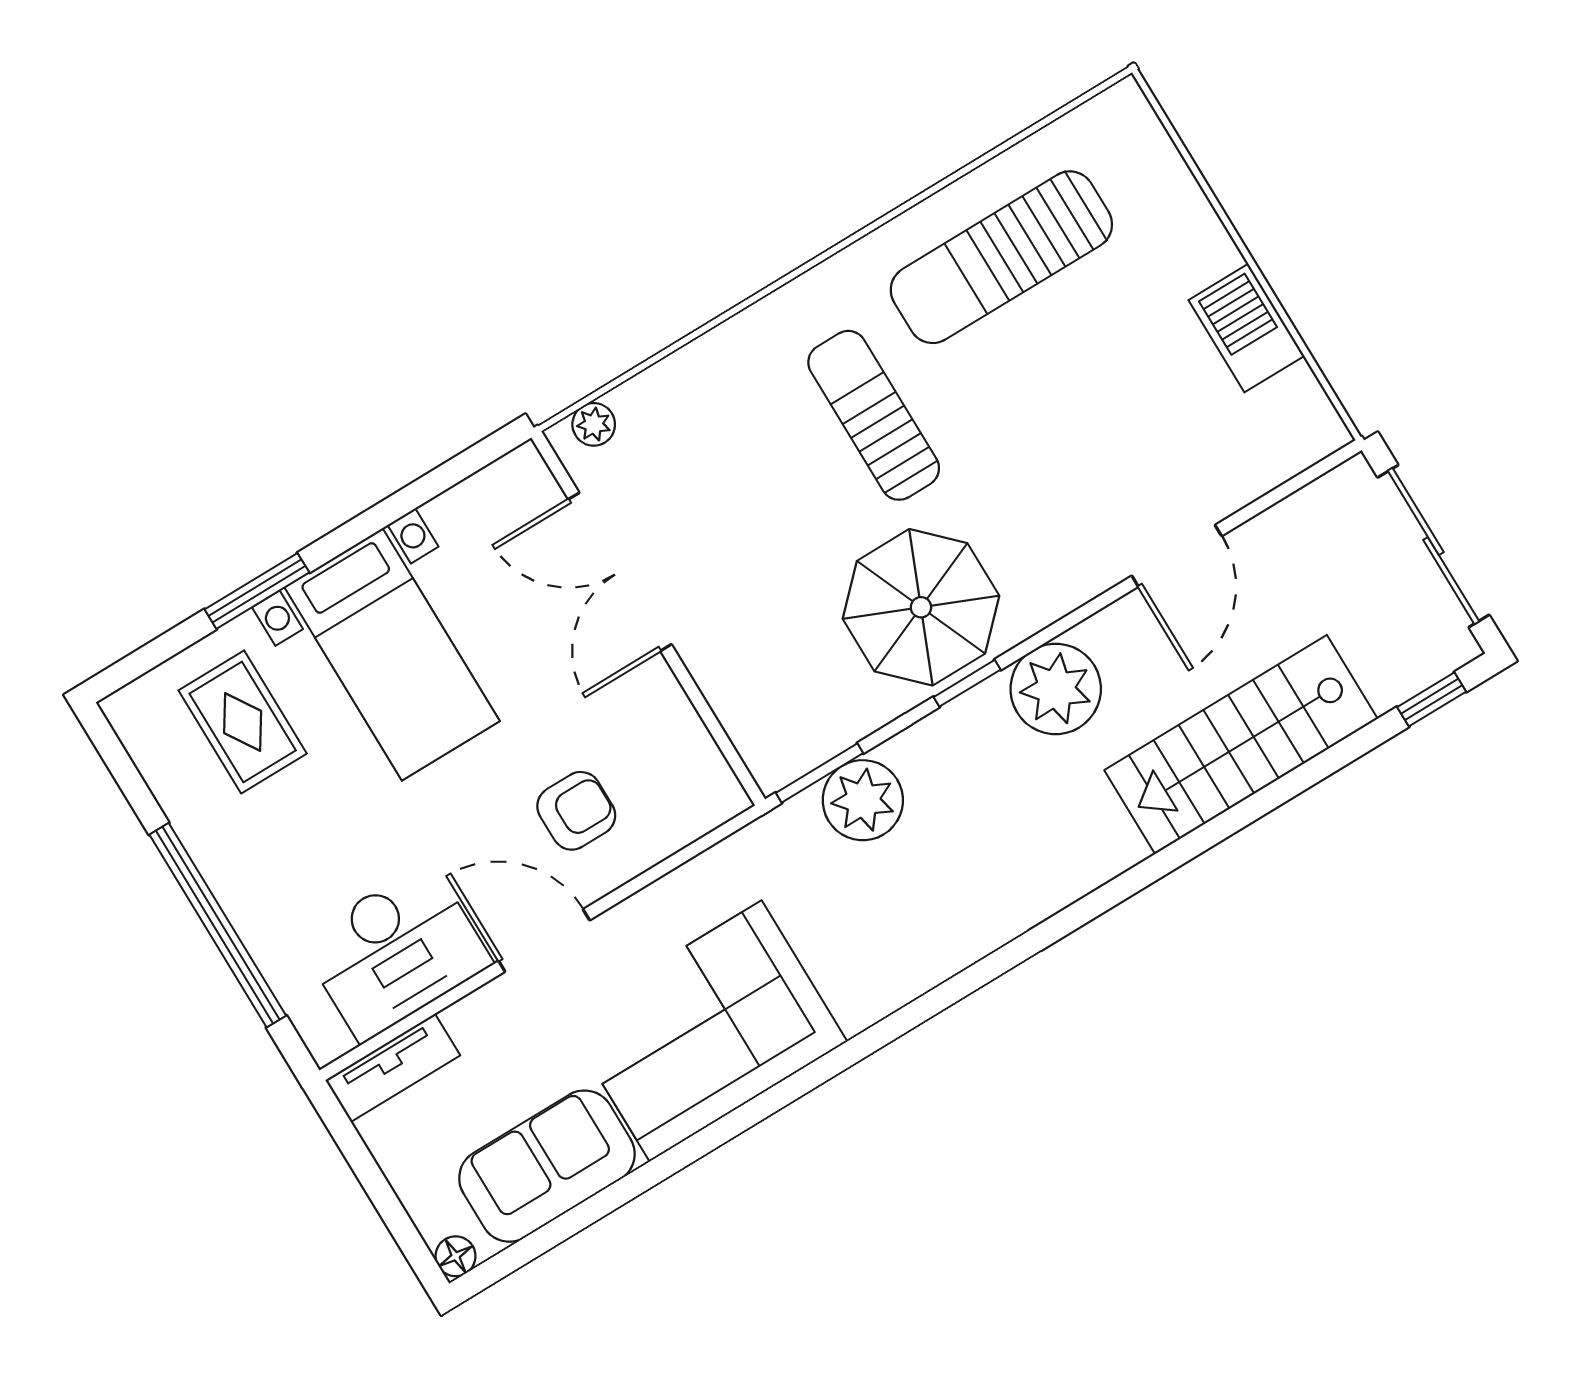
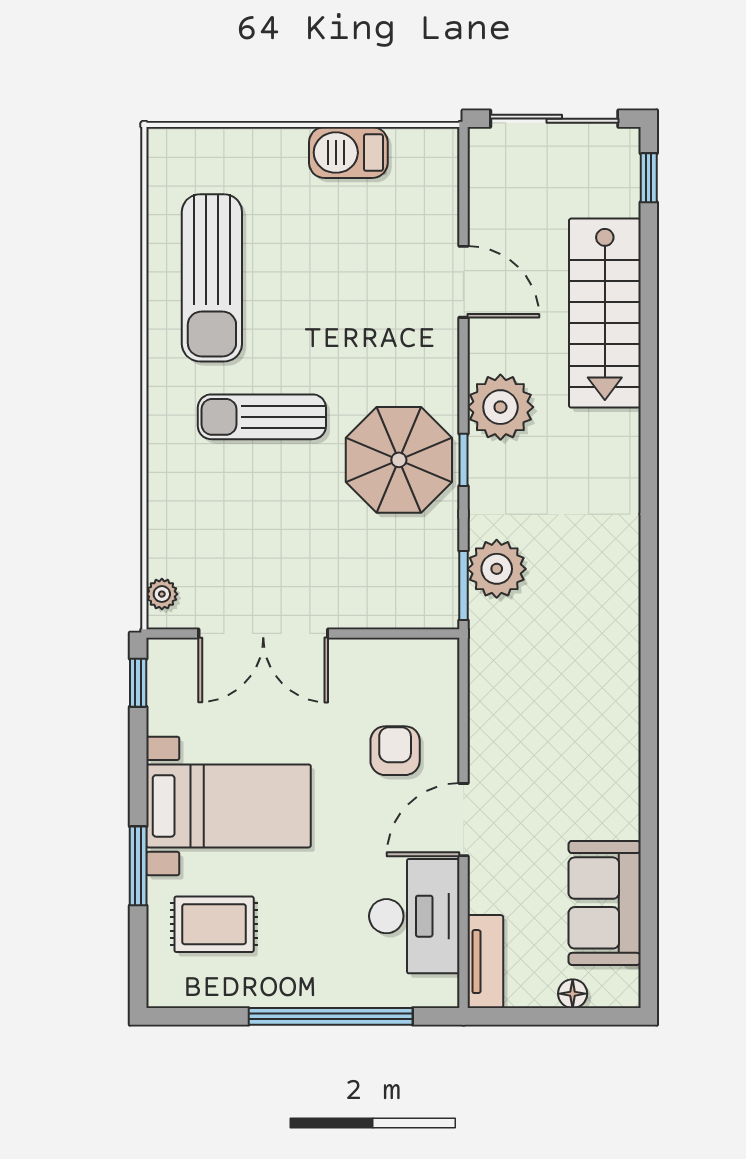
window: (472, 460) -> (138, 683), added
corner sofa: (706, 1031) -> (581, 753), removed
floor lamp: (456, 1256) -> (573, 994), moved

